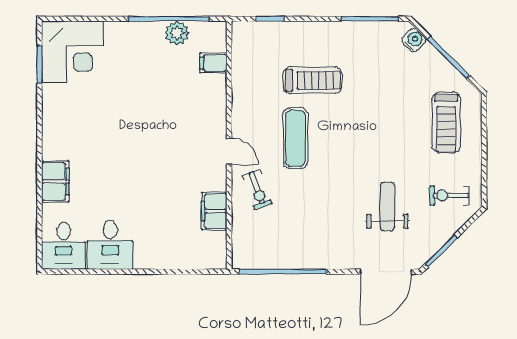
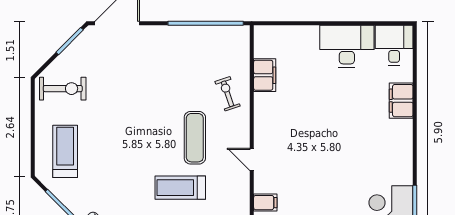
door: (229, 151) -> (252, 159), moved
exercise bike: (449, 195) -> (63, 89), width x1.38, depth x1.39
weight bench: (387, 207) -> (116, 79), removed
desk: (110, 245) -> (347, 46), width x1.37

